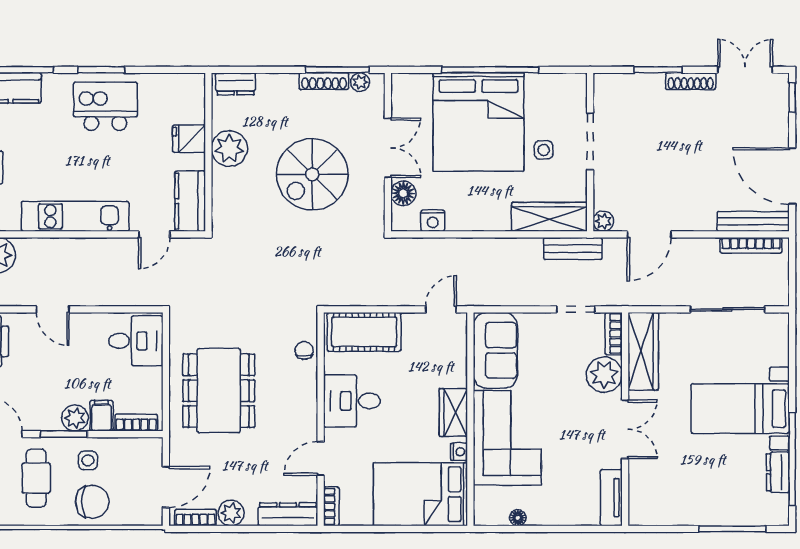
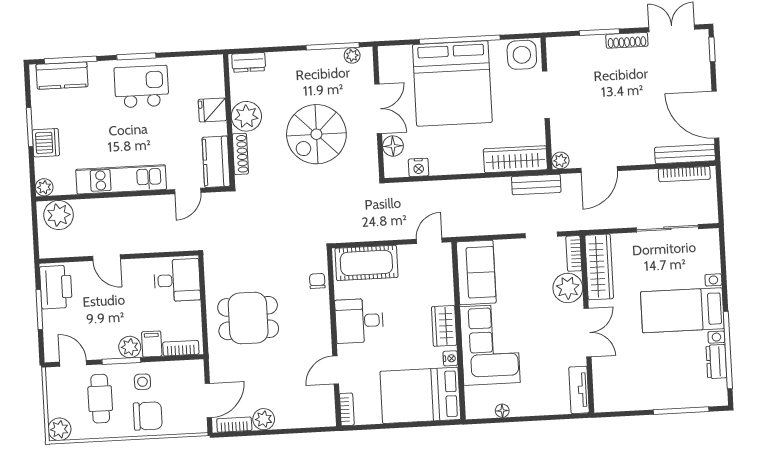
shoe rack: (324, 81) -> (240, 154), moved, turned -90
side table: (544, 150) -> (522, 55), moved, width x1.87, depth x1.87
dining table: (219, 391) -> (248, 318), width x0.73
dresser: (288, 514) -> (311, 418), removed

